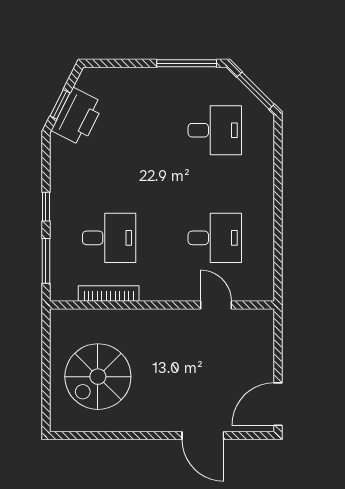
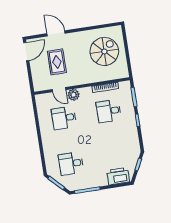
printer: (78, 117) -> (118, 176), moved, turned 63
plant: (184, 288) -> (74, 95), added
rug: (211, 369) -> (57, 62), added

